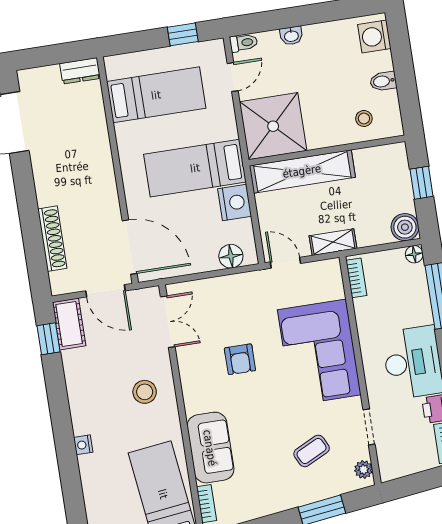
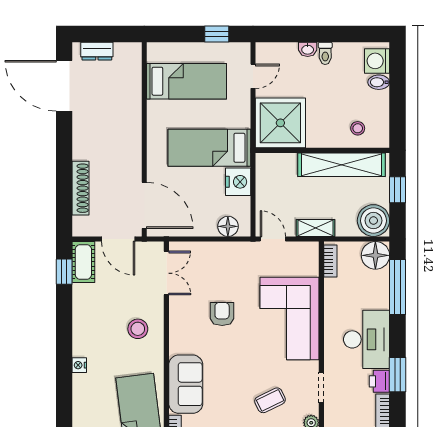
toilet: (244, 43) -> (325, 53), moved, turned 90
dresser: (80, 71) -> (97, 51), moved
bidet: (383, 81) -> (379, 82), moved
shelving: (302, 171) -> (342, 165), moved
boiler: (405, 227) -> (373, 221), width x1.37, depth x1.37
floor lamp: (414, 254) -> (375, 255), width x1.89, depth x1.89
armchair: (240, 359) -> (222, 314), turned 180

